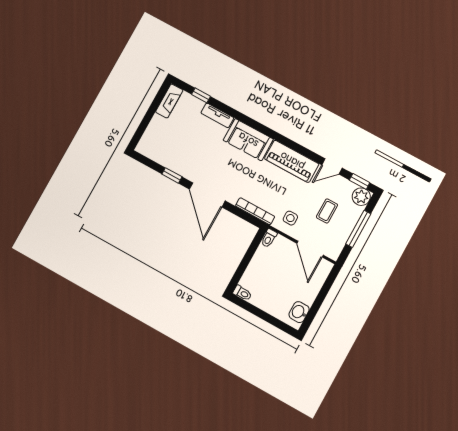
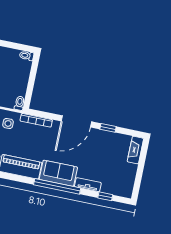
fireplace: (169, 101) -> (135, 150), moved
window: (255, 124) -> (57, 186), added
door: (207, 195) -> (76, 121), swing flipped

